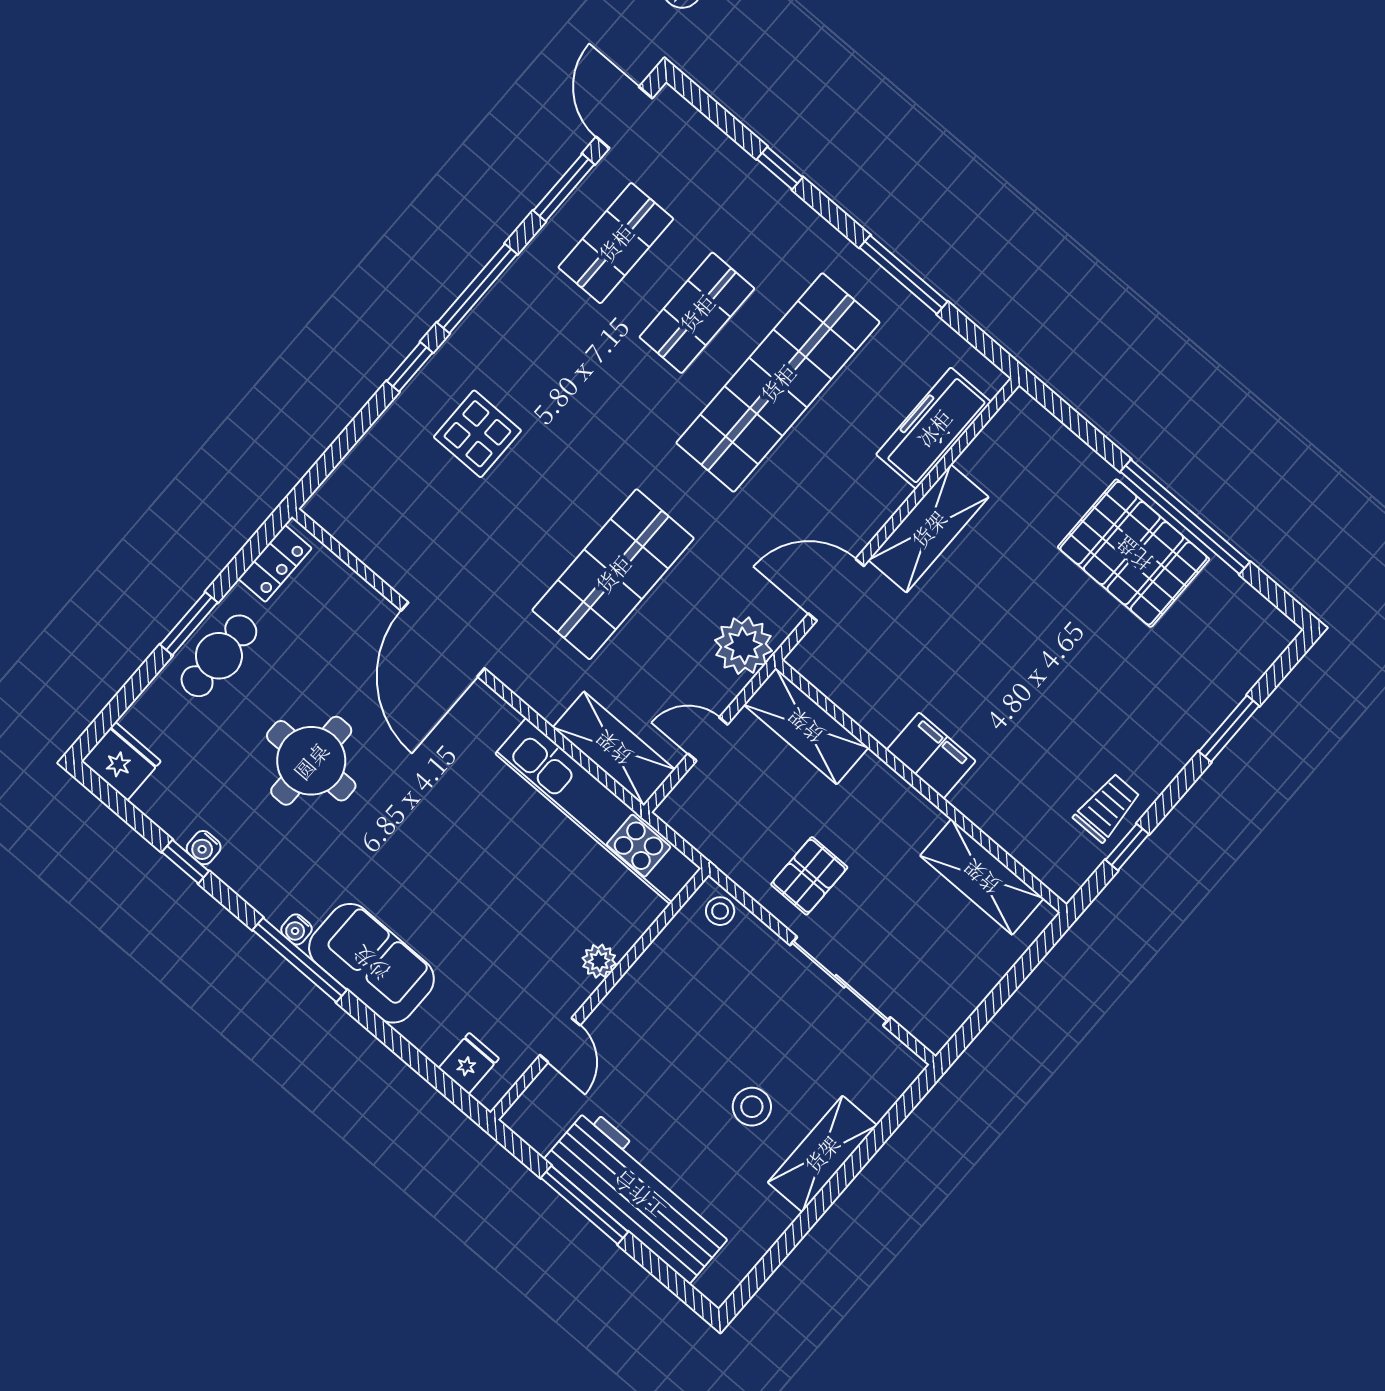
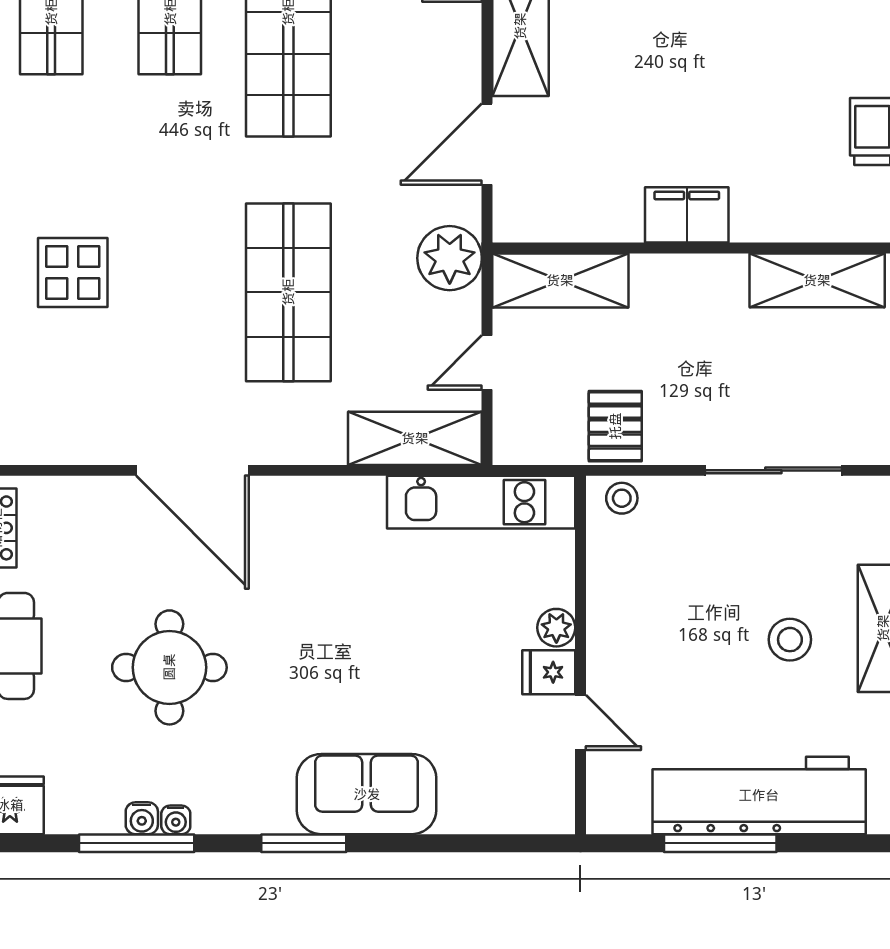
kitchen unit: (598, 811) -> (481, 502), width x0.73
window: (185, 862) -> (137, 843), width x2.17
pallet: (809, 876) -> (615, 426), moved
water cooler: (296, 929) -> (176, 820), moved
window: (300, 960) -> (304, 843), width x0.69
fridge: (469, 1063) -> (549, 672), moved, turned -90

